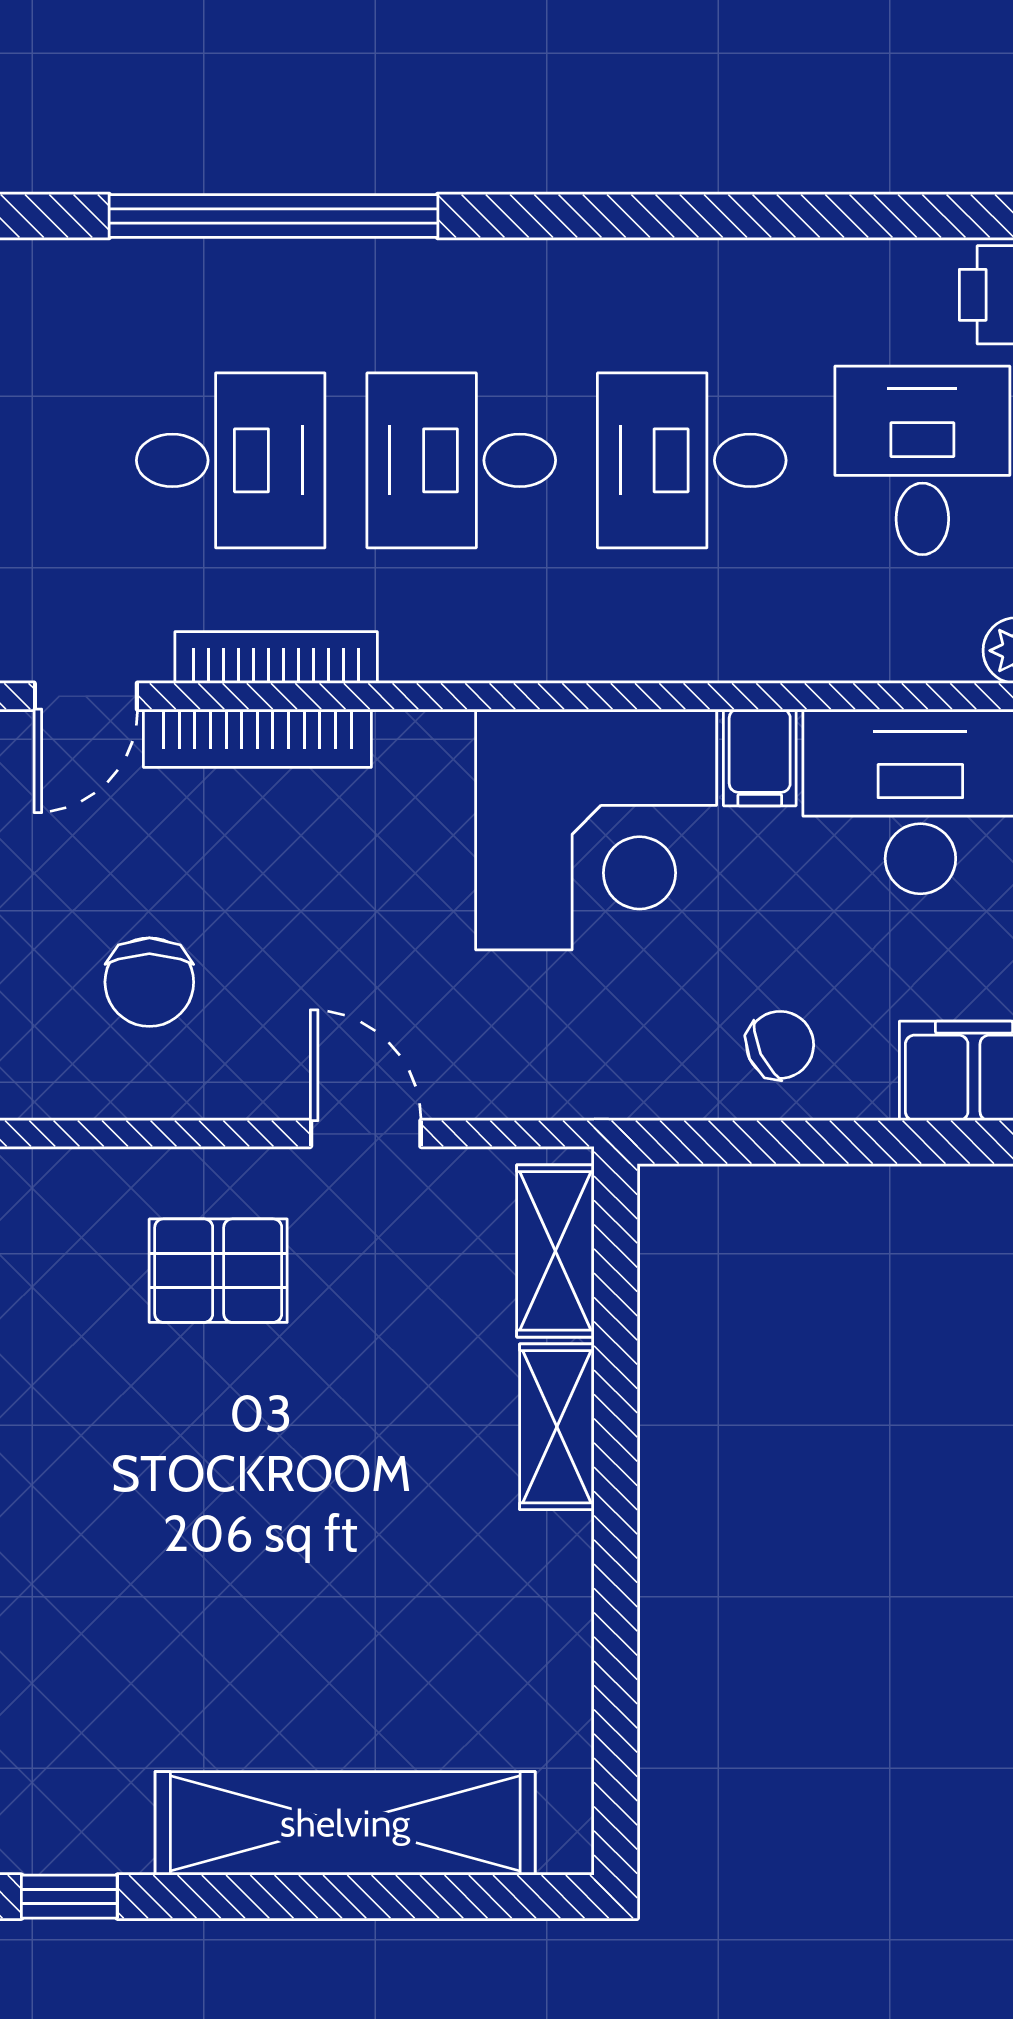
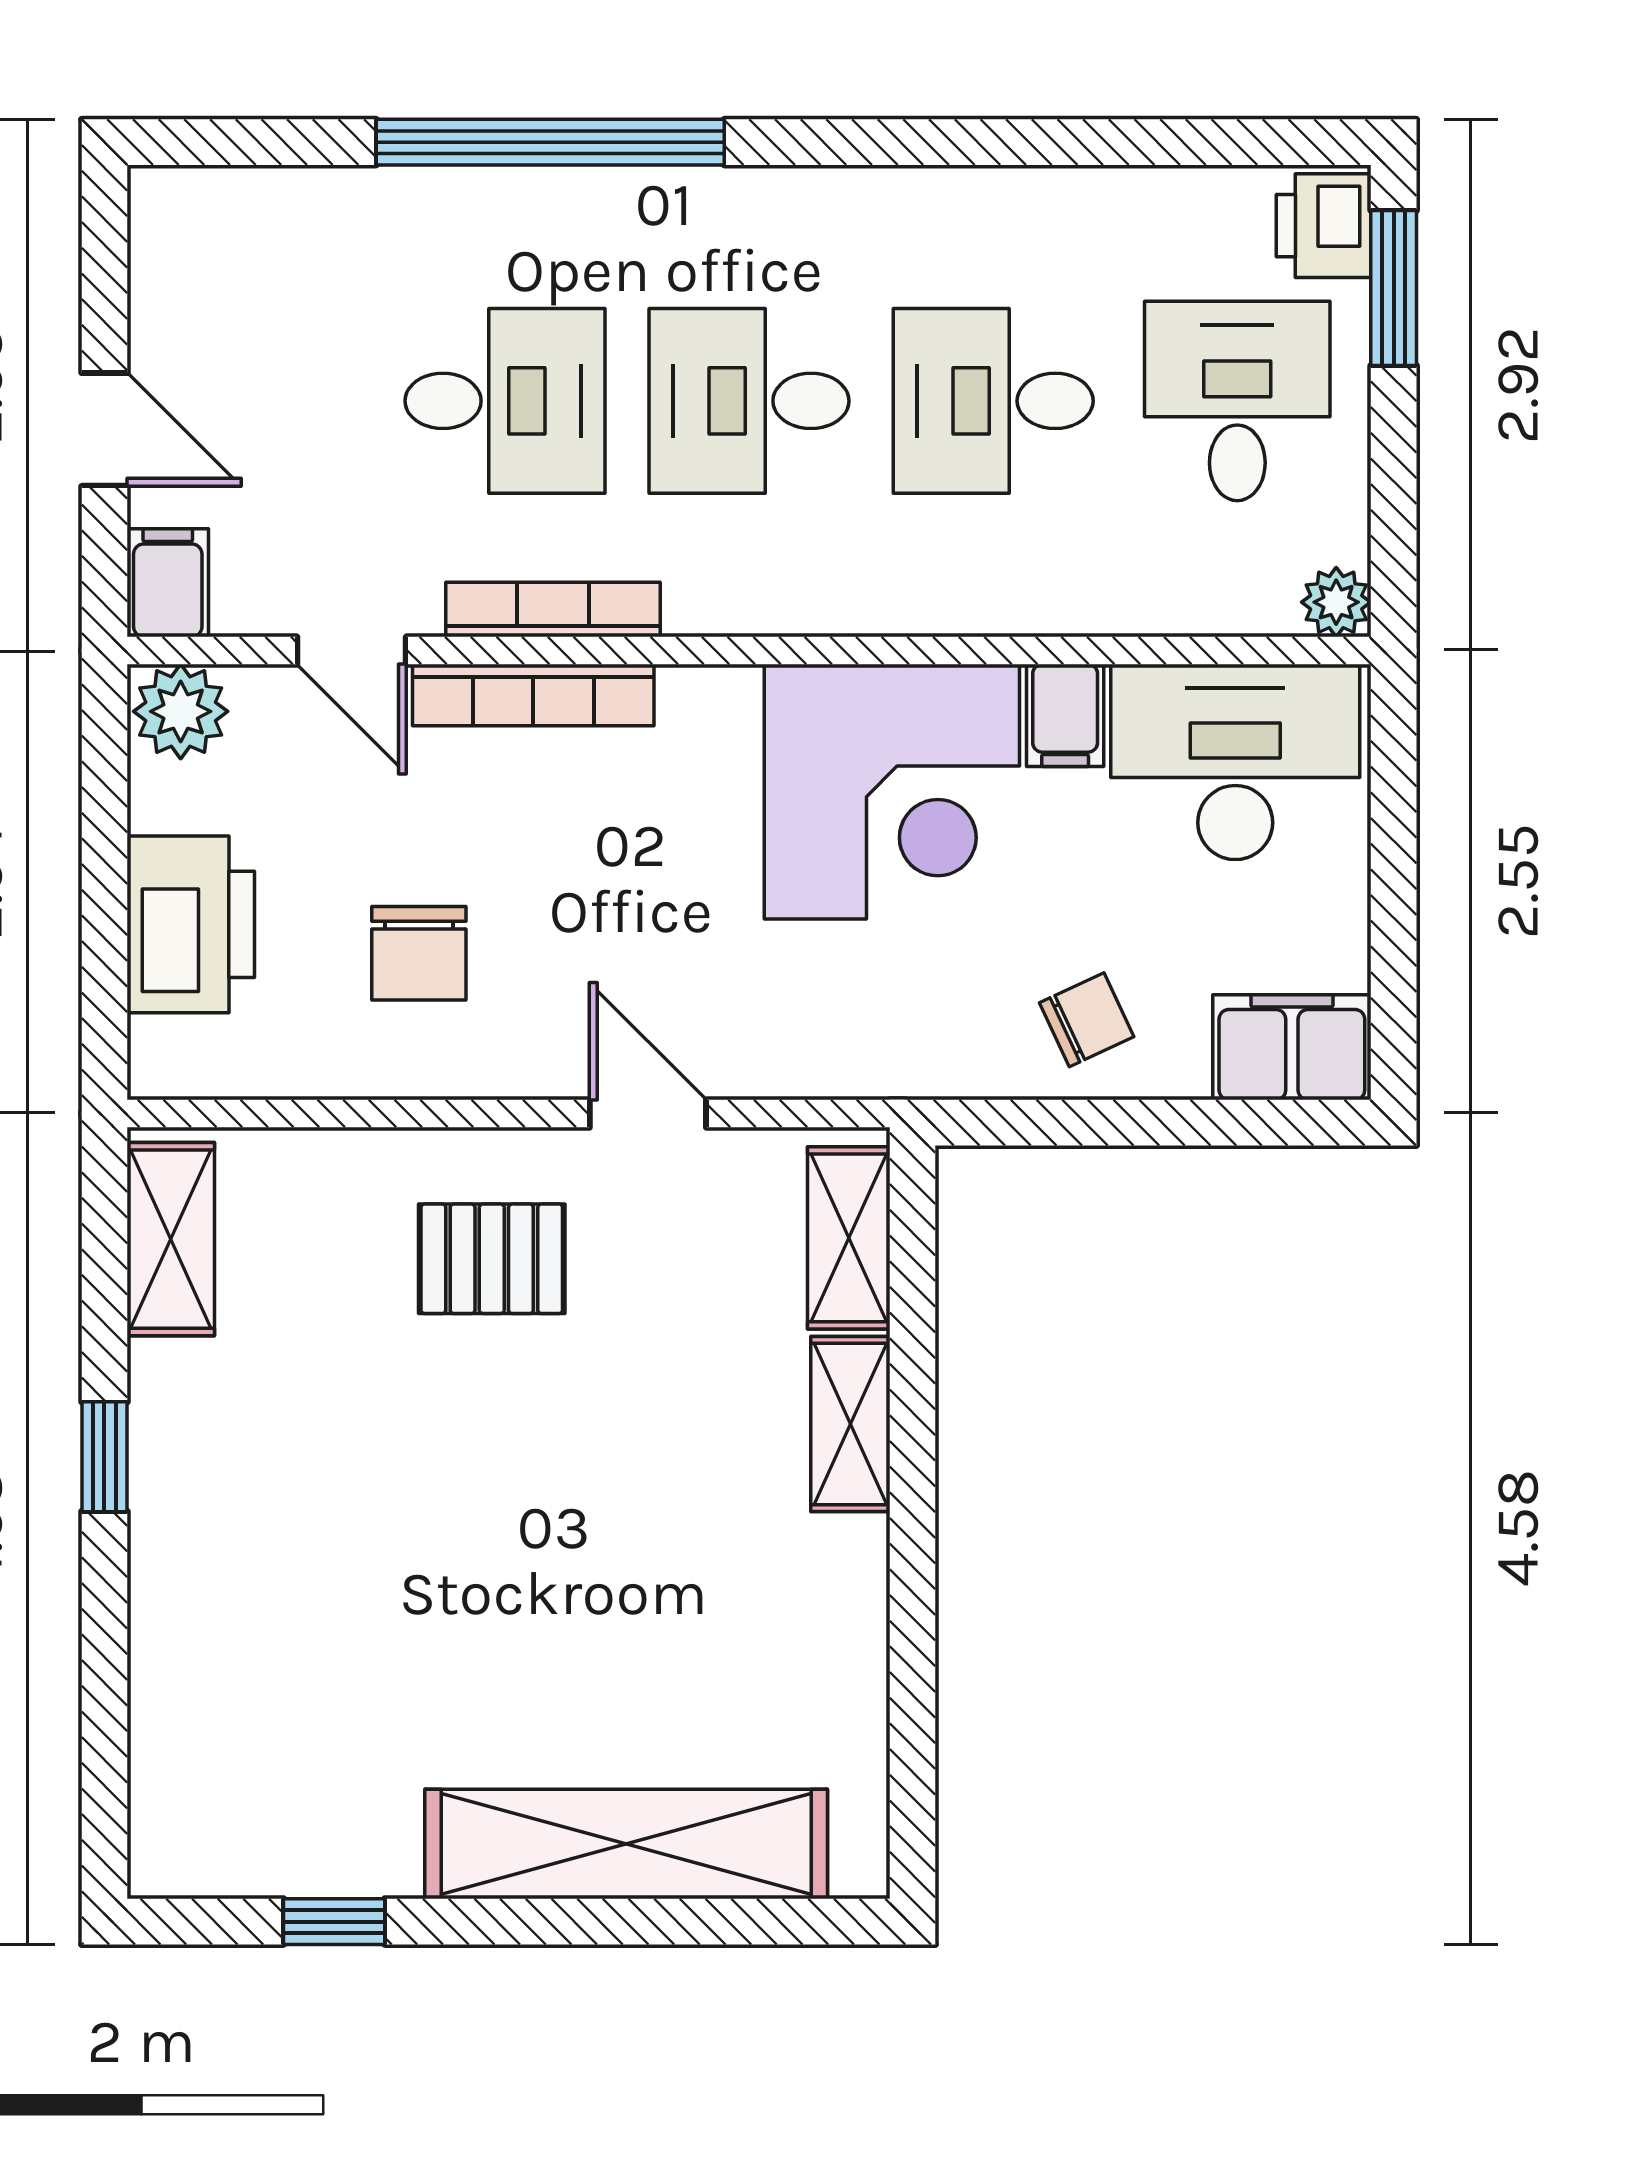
door: (86, 696) -> (352, 651), hinge flipped

